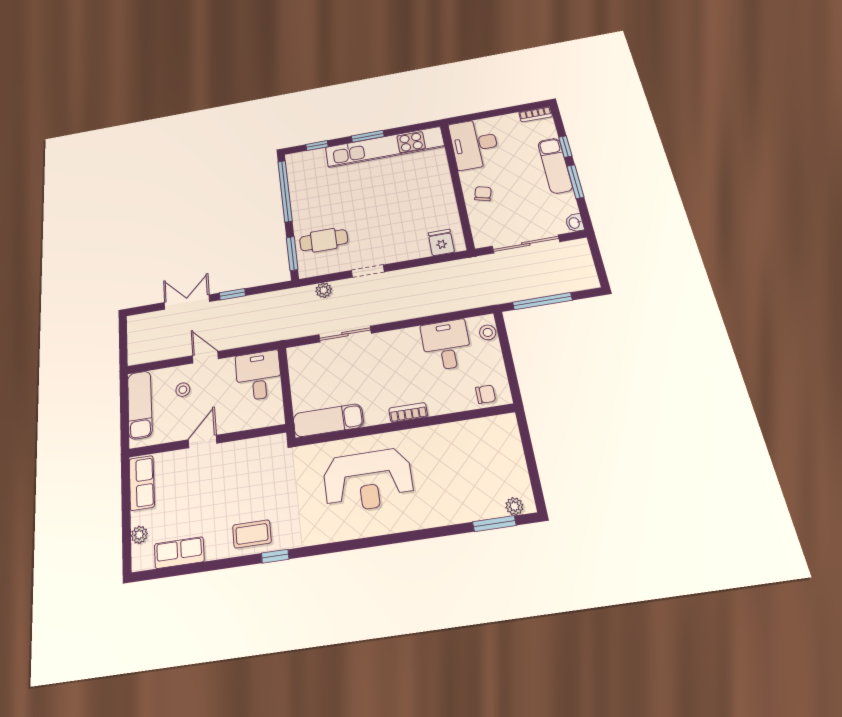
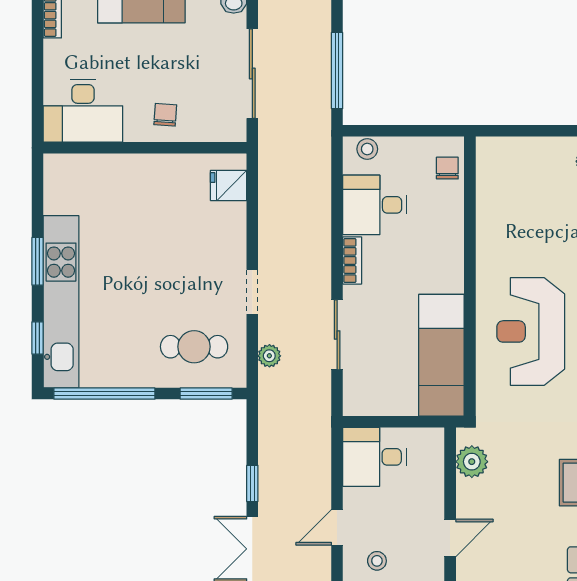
kitchen unit: (384, 147) -> (61, 302), moved
chair: (483, 194) -> (165, 115), turned 78
cafe table: (324, 240) -> (194, 347), turned 90
bookcase: (408, 412) -> (352, 260), moved, turned 180
exam couch: (328, 420) -> (441, 355), width x1.36, depth x1.45
door: (203, 441) -> (450, 538), swing flipped
plant: (261, 449) -> (472, 462), added
reception desk: (368, 480) -> (531, 331), turned 180

